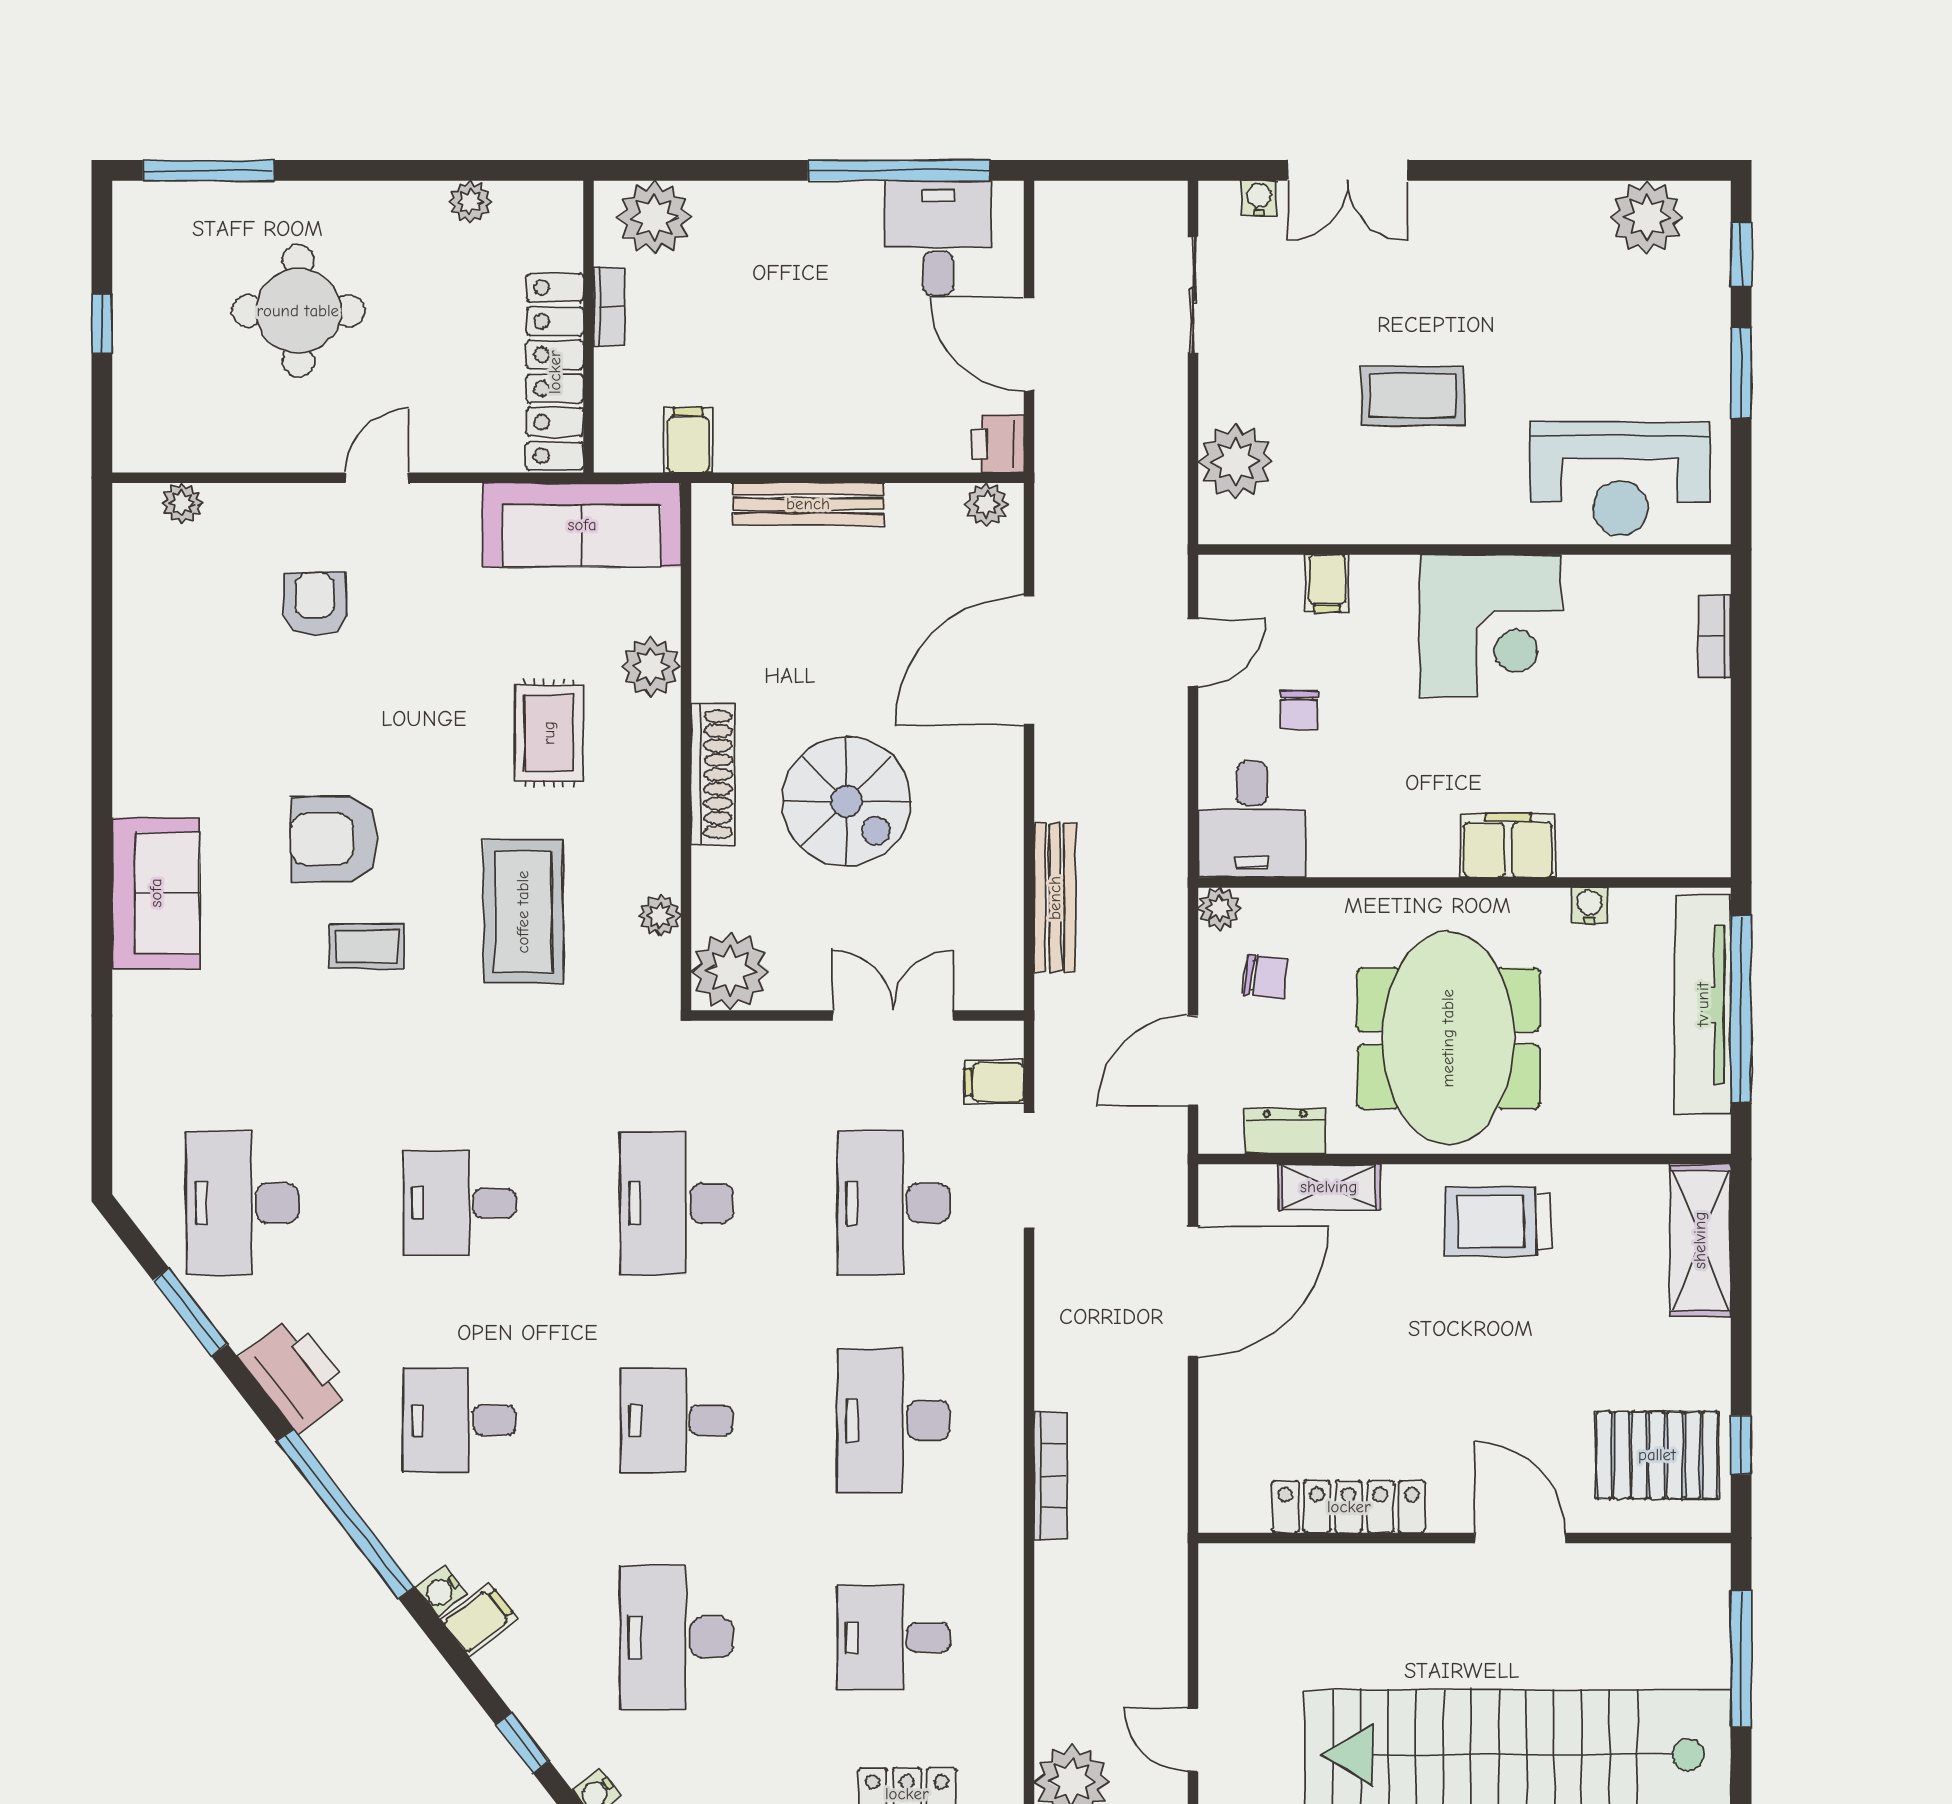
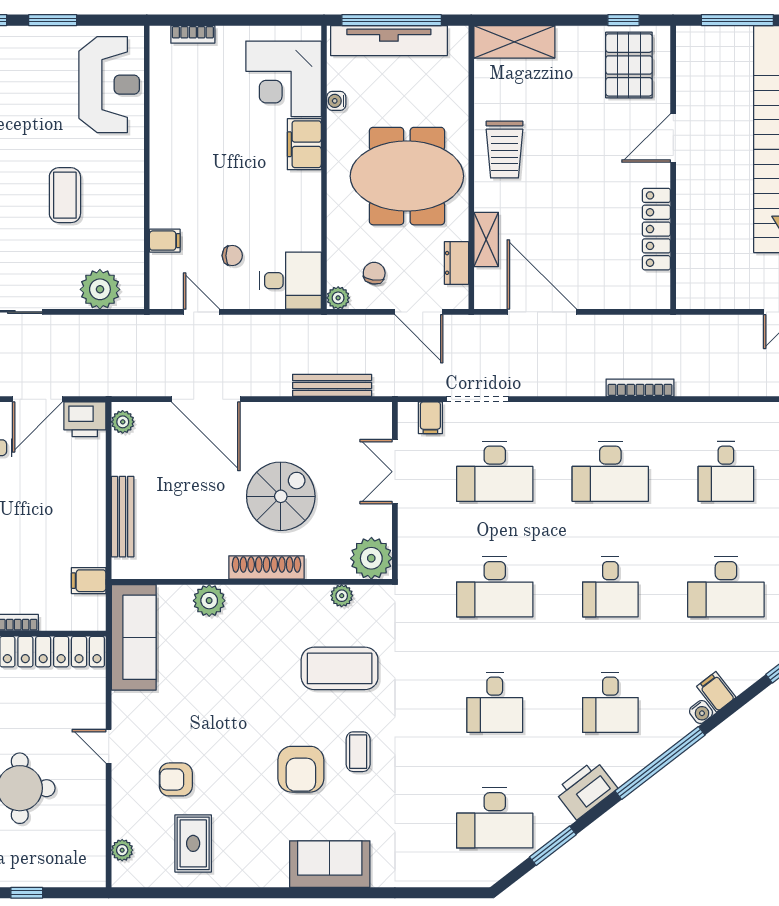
printer: (998, 444) -> (85, 419), width x1.36, depth x1.24
corner desk: (1490, 625) -> (284, 79), moved, turned 180
rug: (549, 733) -> (193, 843), moved, turned 90

